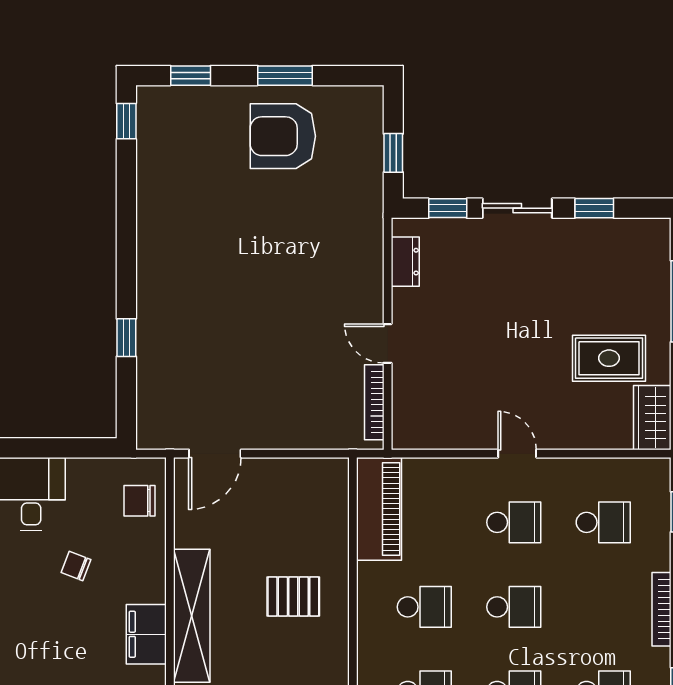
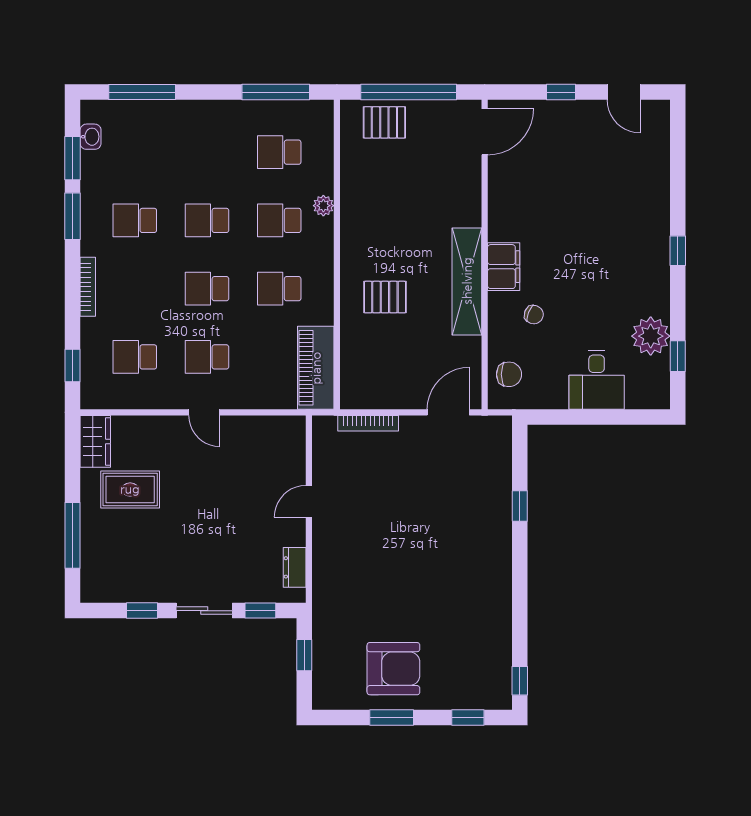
door: (388, 343) -> (309, 501), swing flipped
bookcase: (374, 402) -> (368, 423), moved, turned 90
chair: (76, 566) -> (534, 315), moved

